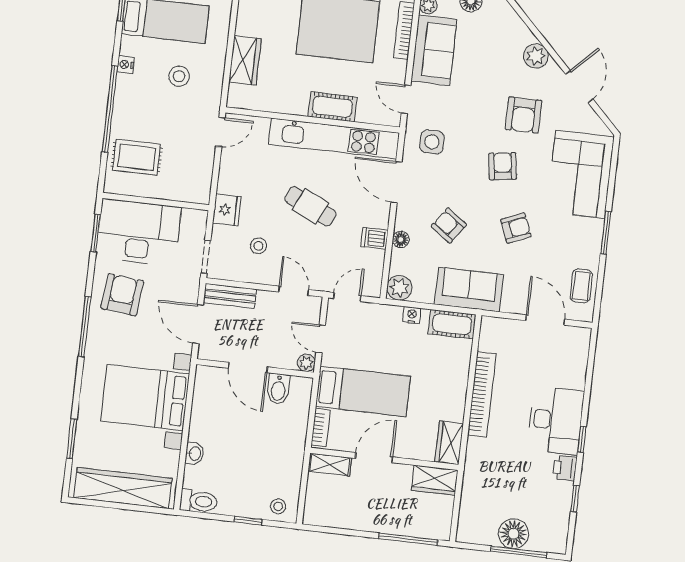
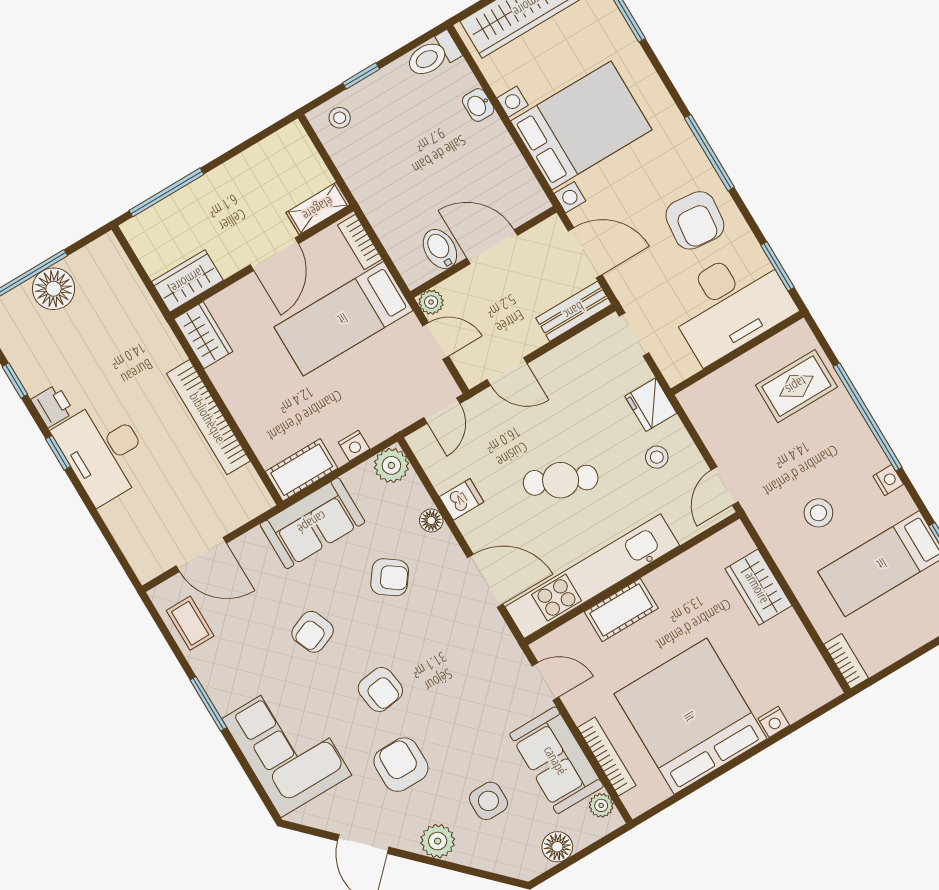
side table: (432, 142) -> (488, 801), moved
stool: (258, 246) -> (657, 457), moved

